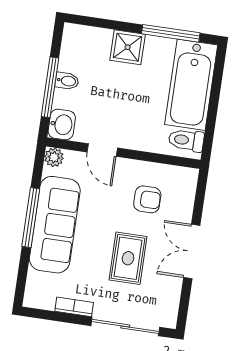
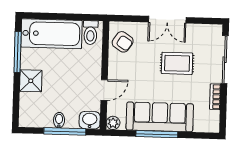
armchair: (147, 199) -> (123, 42), moved, turned 123

